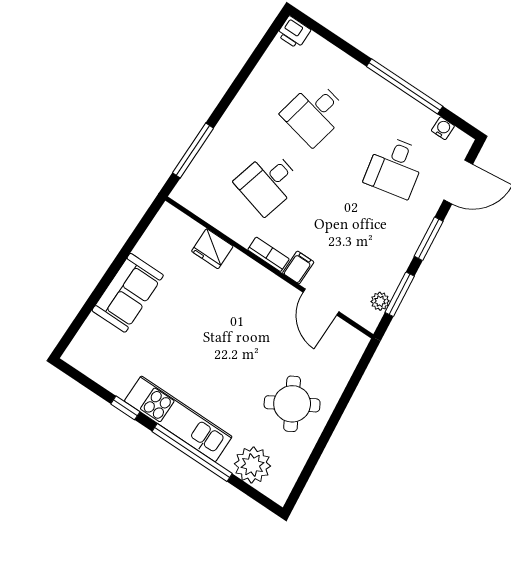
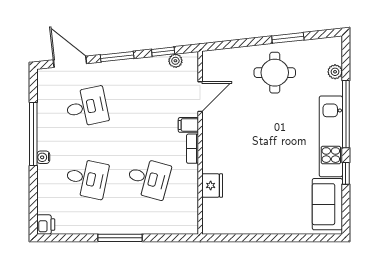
water cooler: (443, 128) -> (43, 157), moved
window: (193, 150) -> (120, 238), moved
sofa: (128, 293) -> (327, 204), moved, turned -90
window: (400, 294) -> (163, 52), width x0.67
round table: (292, 404) -> (275, 73), turned 30
window: (321, 445) -> (288, 38), added
plant: (252, 465) -> (335, 72), width x0.53, depth x0.53

